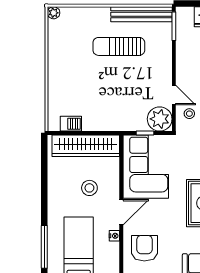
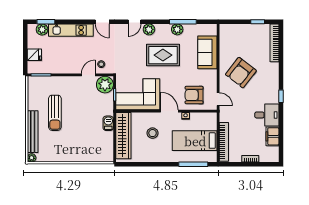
bench: (141, 14) -> (33, 132), moved
barbecue: (71, 124) -> (108, 123), moved

